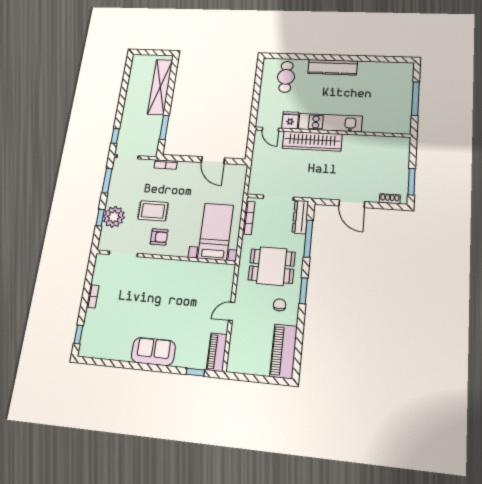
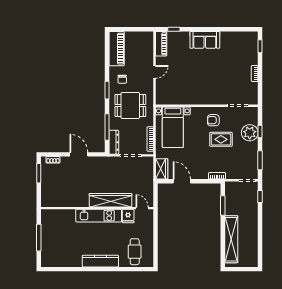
wardrobe: (238, 178) -> (162, 169), added

